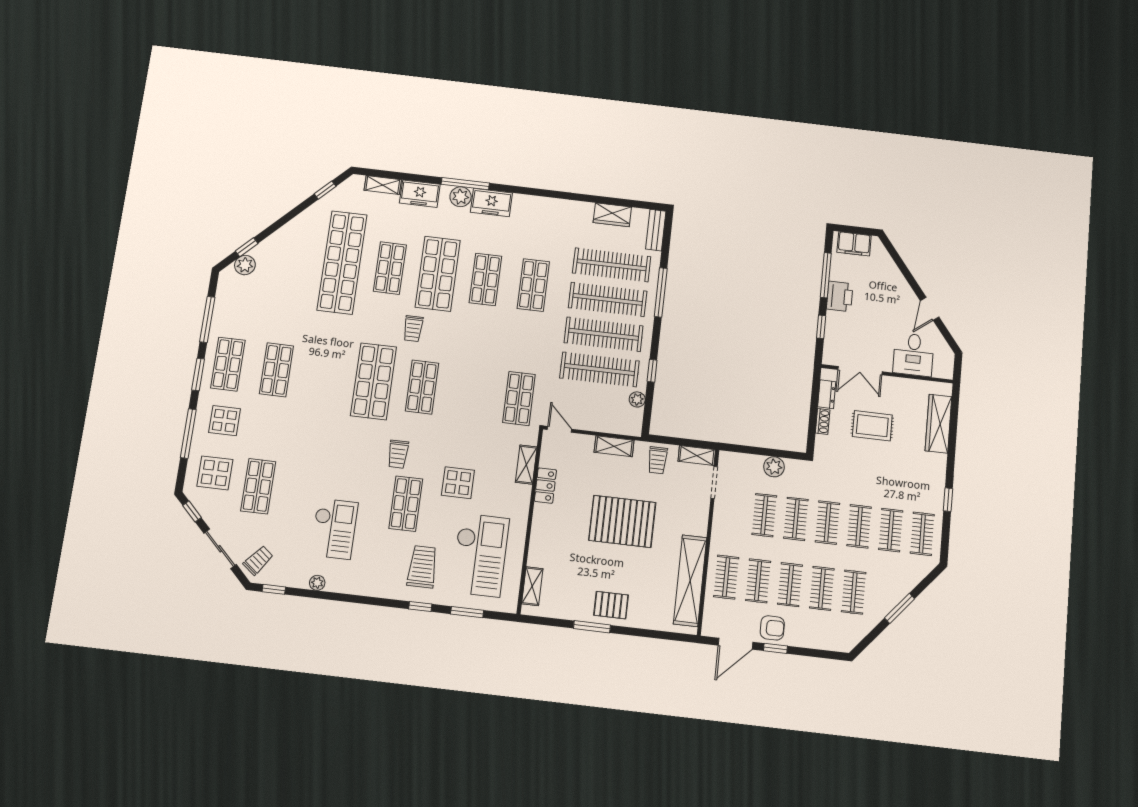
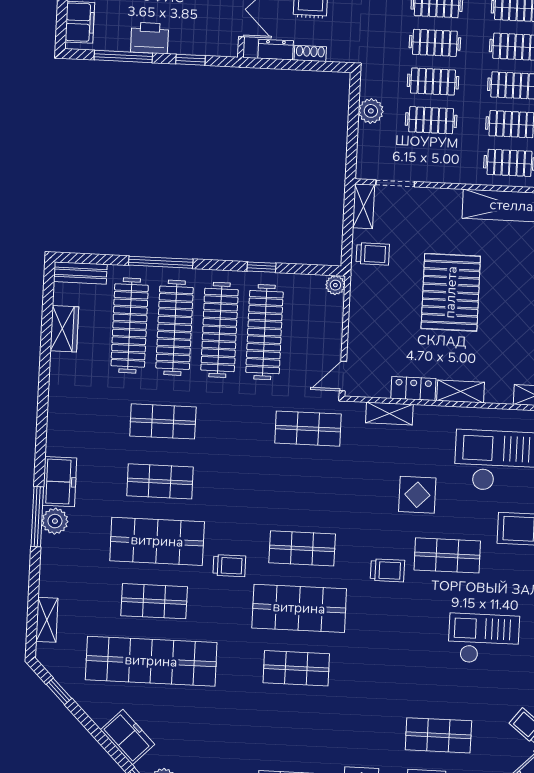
freezer: (420, 194) -> (128, 737), moved, turned -45
shop shelf: (276, 370) -> (296, 668), moved
plant: (637, 399) -> (335, 285), moved
shelving: (614, 446) -> (461, 391), moved, turned 90

